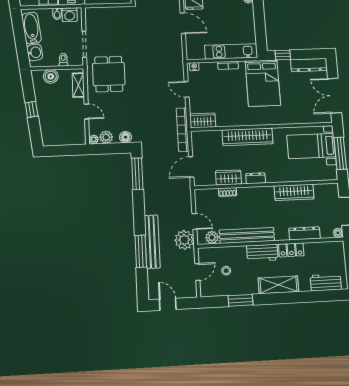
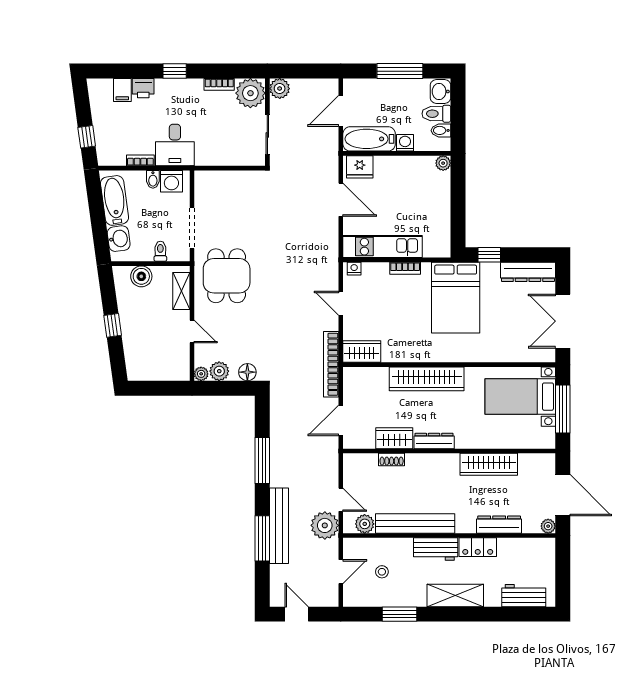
kitchen unit: (231, 51) -> (383, 247), moved
window: (137, 174) -> (262, 461), moved
dresser: (256, 178) -> (434, 441), width x1.44

